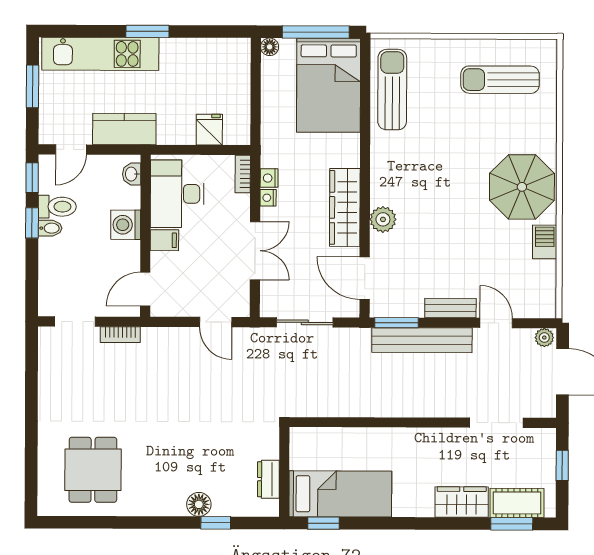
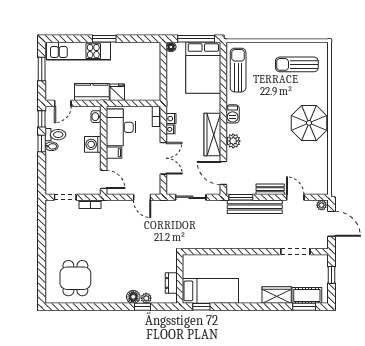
fridge: (209, 130) -> (117, 92), moved
barbecue: (545, 242) -> (233, 114), moved, turned 180
door: (145, 289) -> (104, 179), swing flipped
plant: (223, 507) -> (146, 298), added

